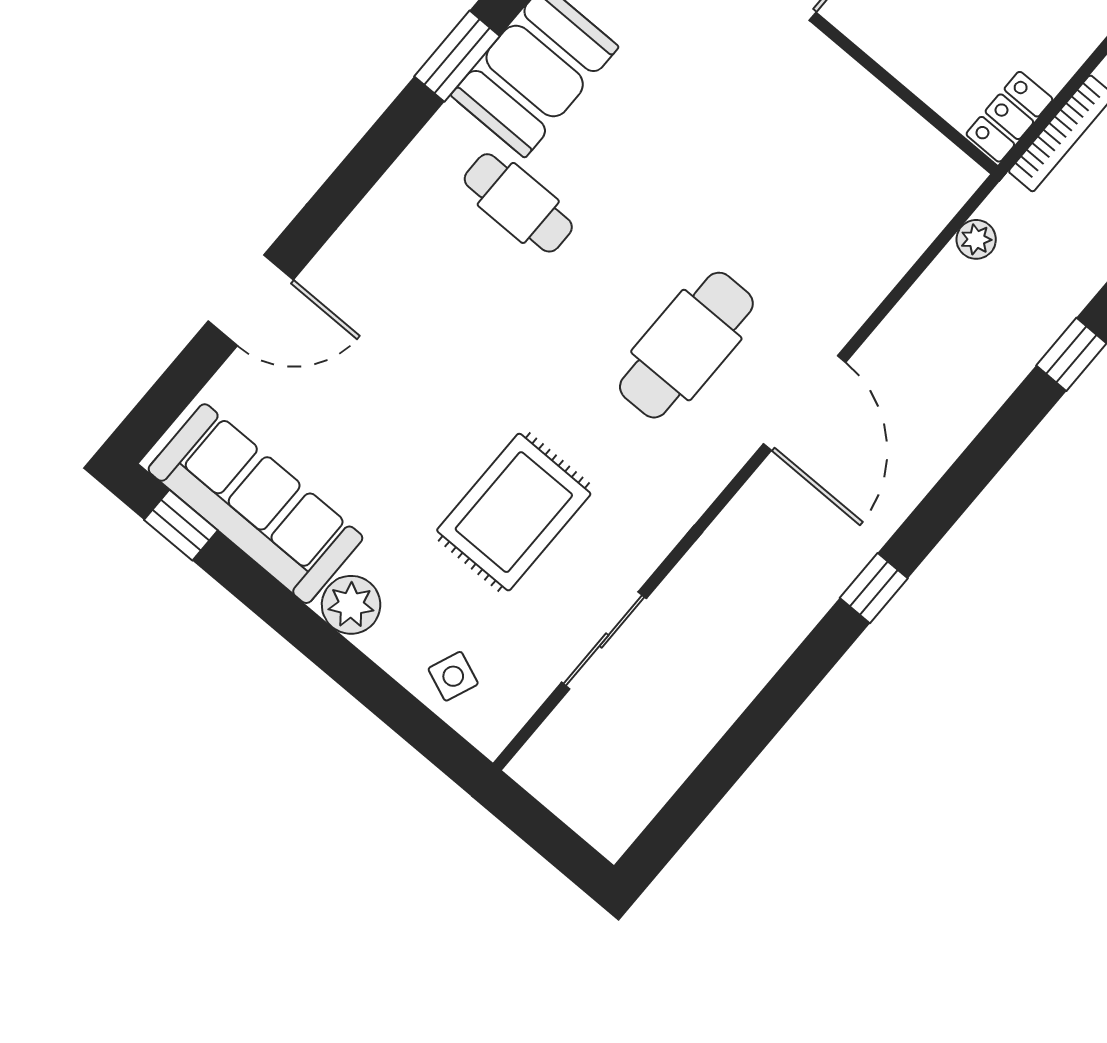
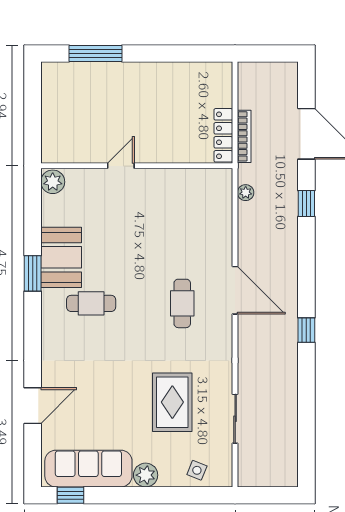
locker: (1009, 117) -> (223, 135), width x1.53
cafe table: (686, 345) -> (182, 303), width x0.73, depth x0.74

